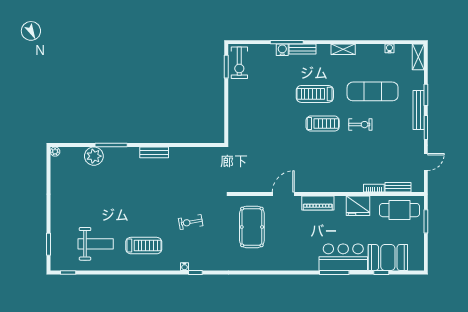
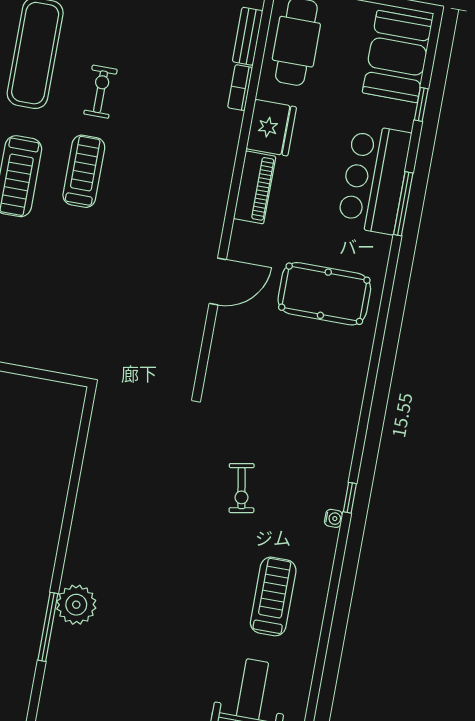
bench: (154, 152) -> (80, 539), removed
plant: (94, 156) -> (76, 605), moved
door: (283, 194) -> (218, 282), swing flipped
piano: (318, 203) -> (255, 187), moved
pool table: (252, 227) -> (324, 294), moved
booth: (388, 257) -> (397, 57), moved

